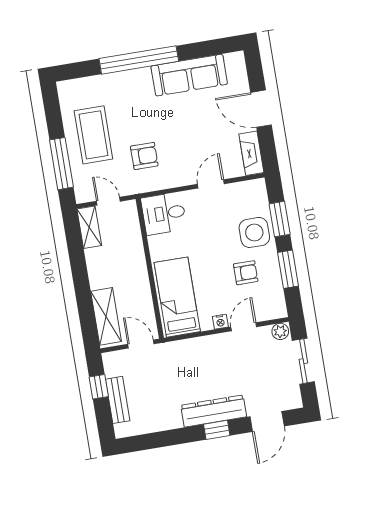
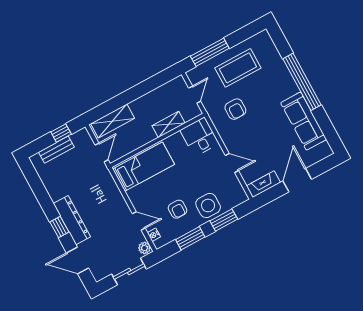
shelving: (89, 227) -> (169, 124), moved
nightstand: (220, 322) -> (154, 235), moved

